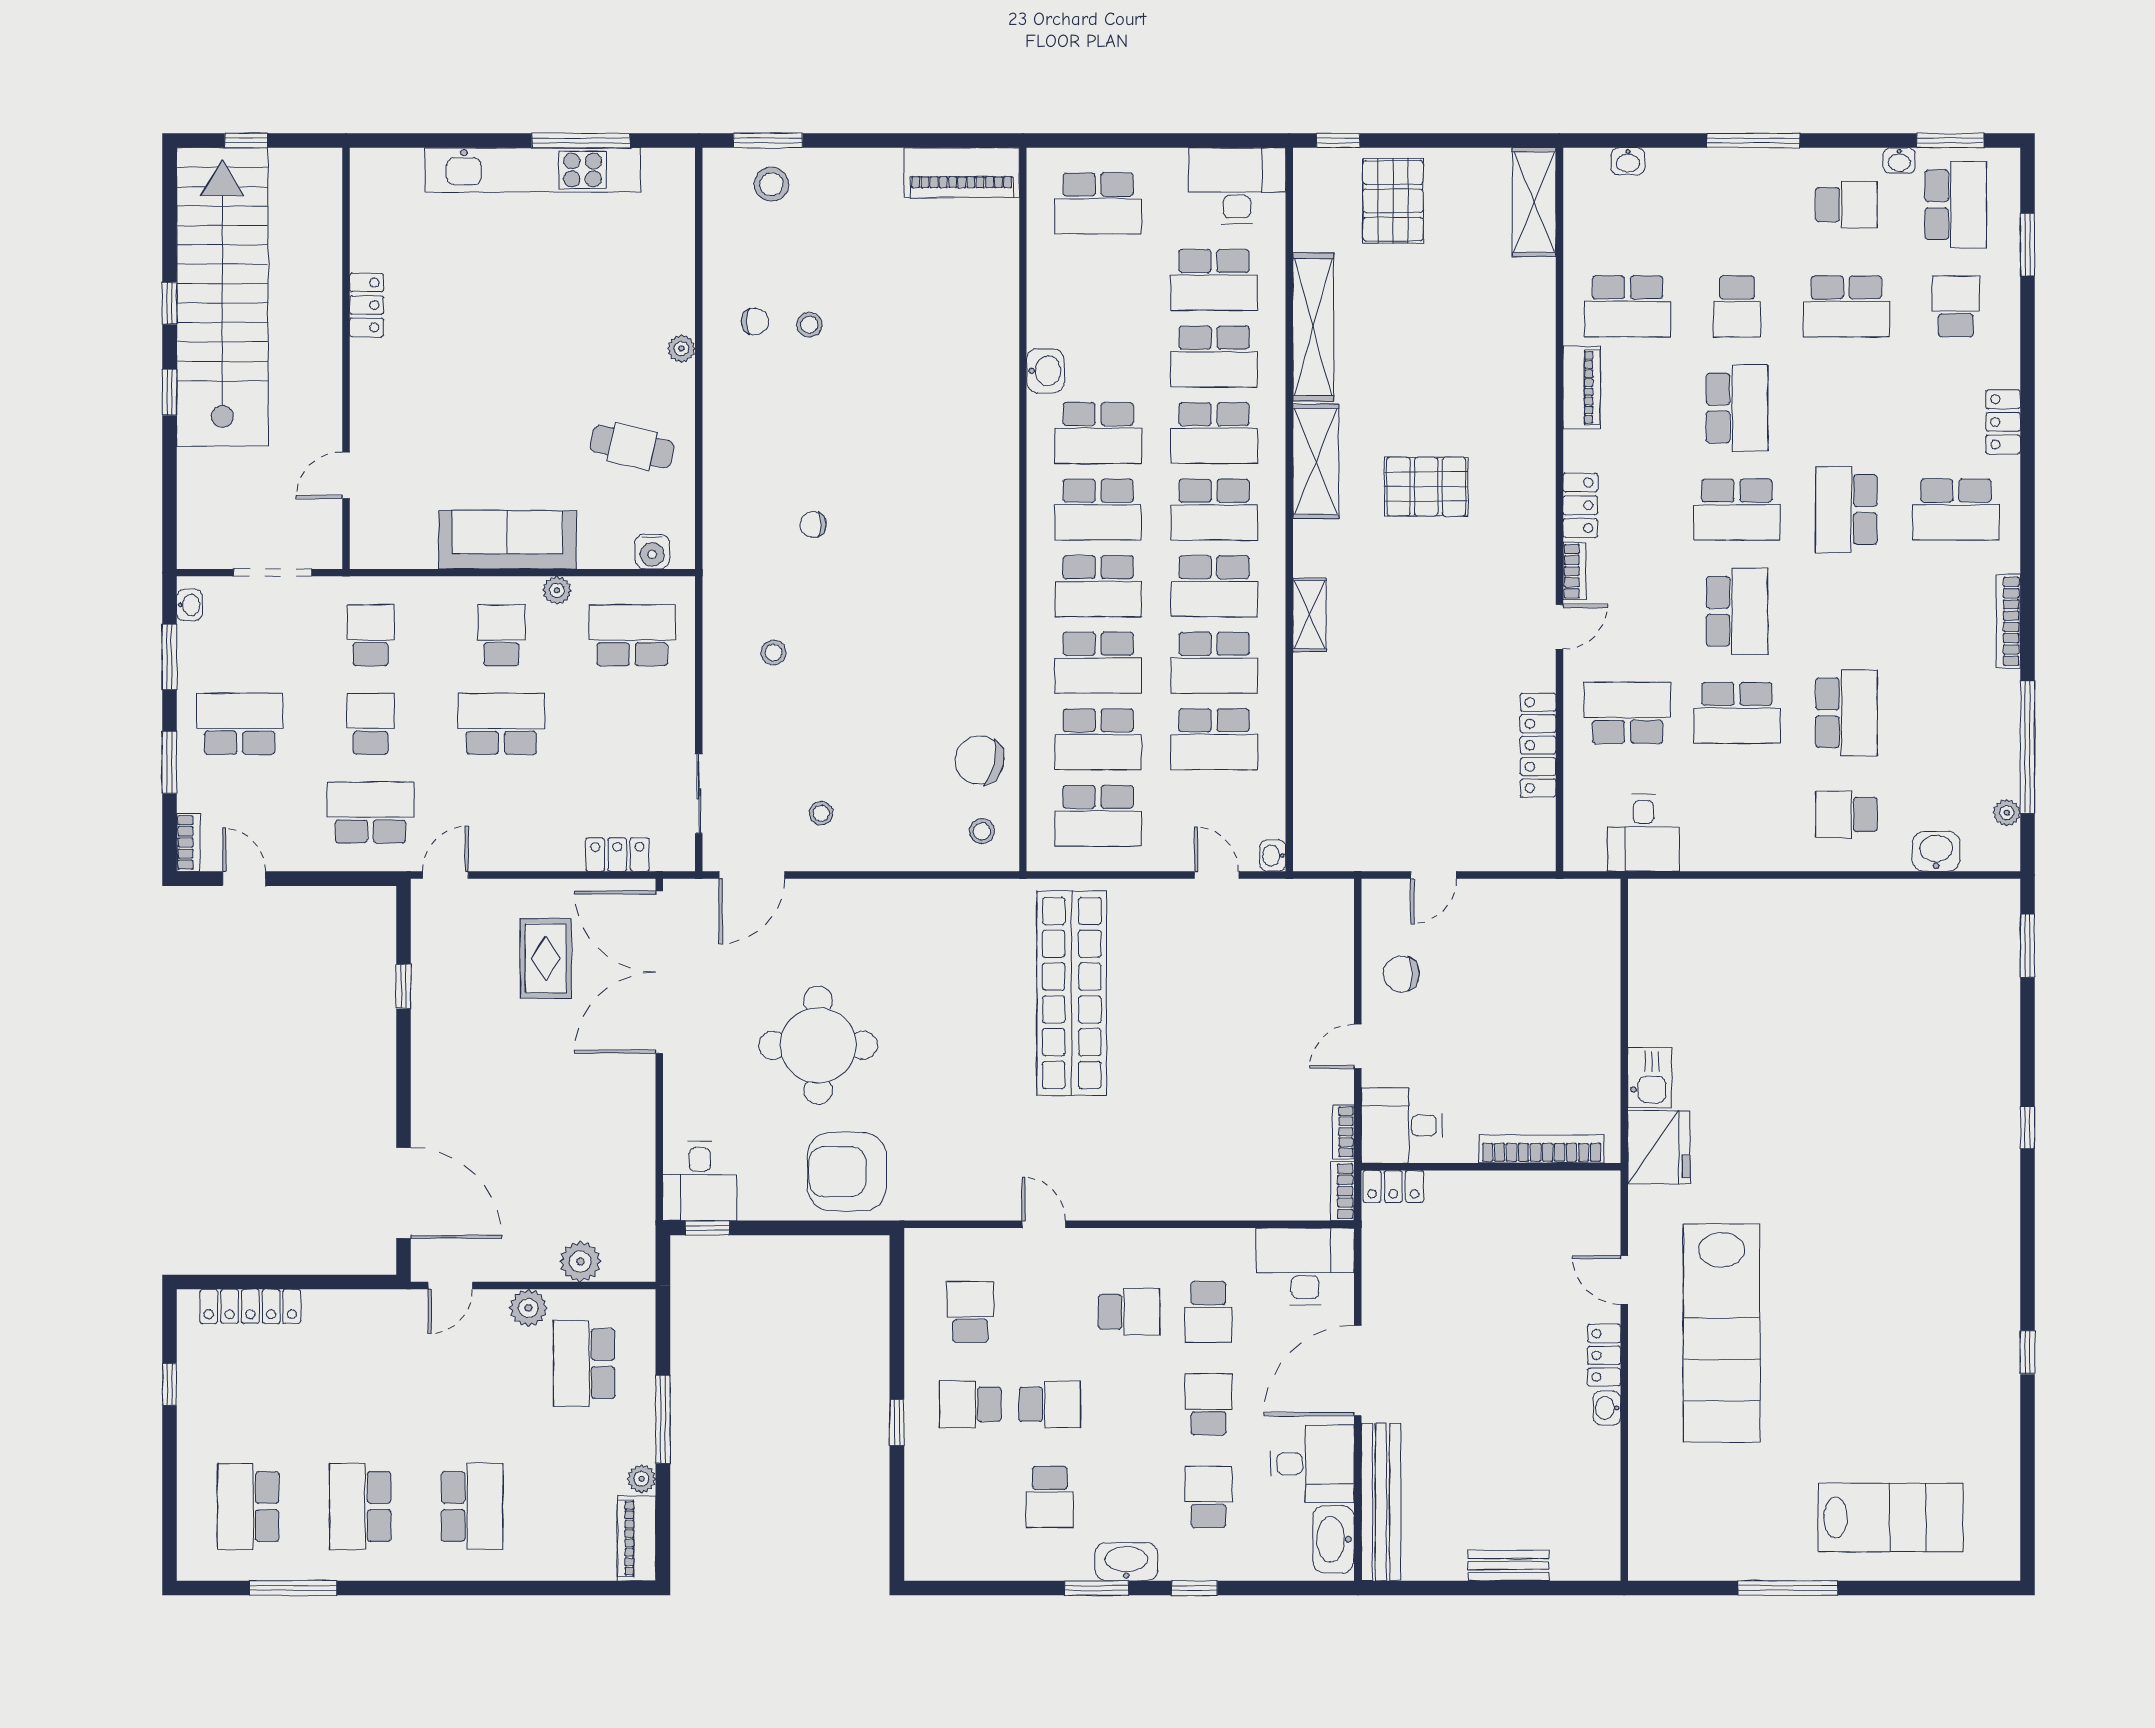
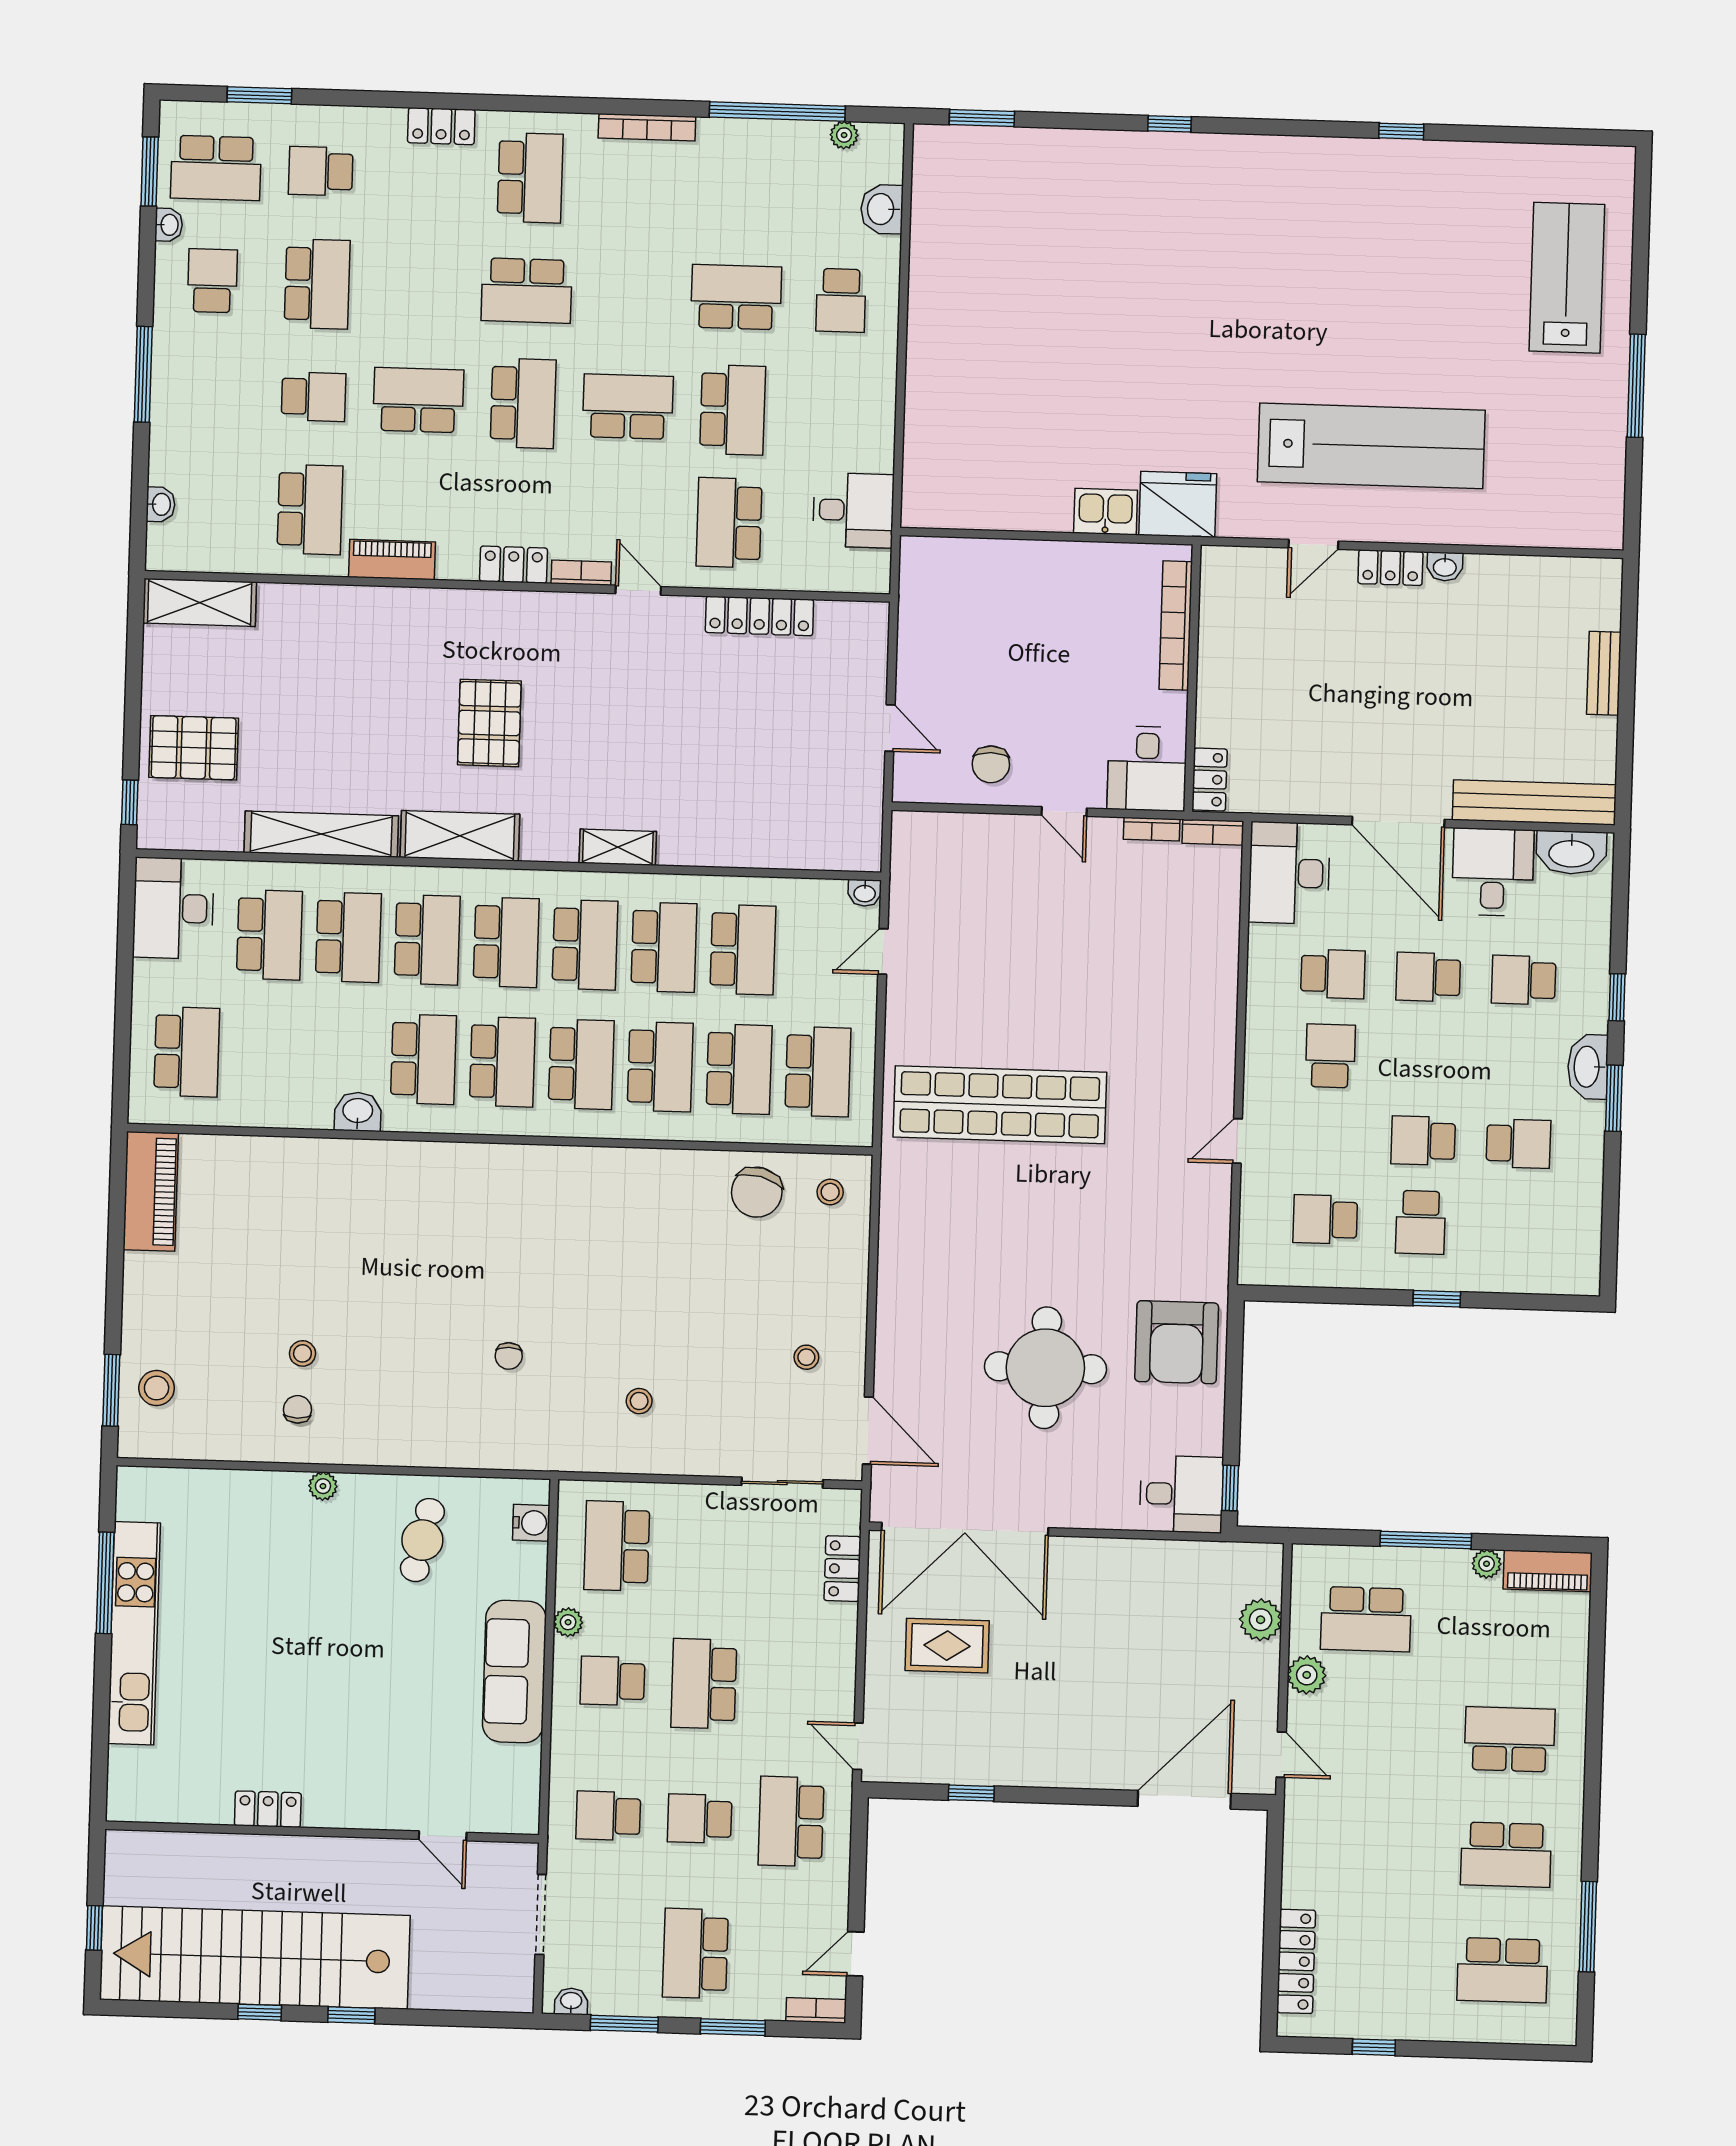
school desk: (1956, 205) -> (216, 168), turned 180
school desk: (1050, 1404) -> (1423, 1141), turned -90

